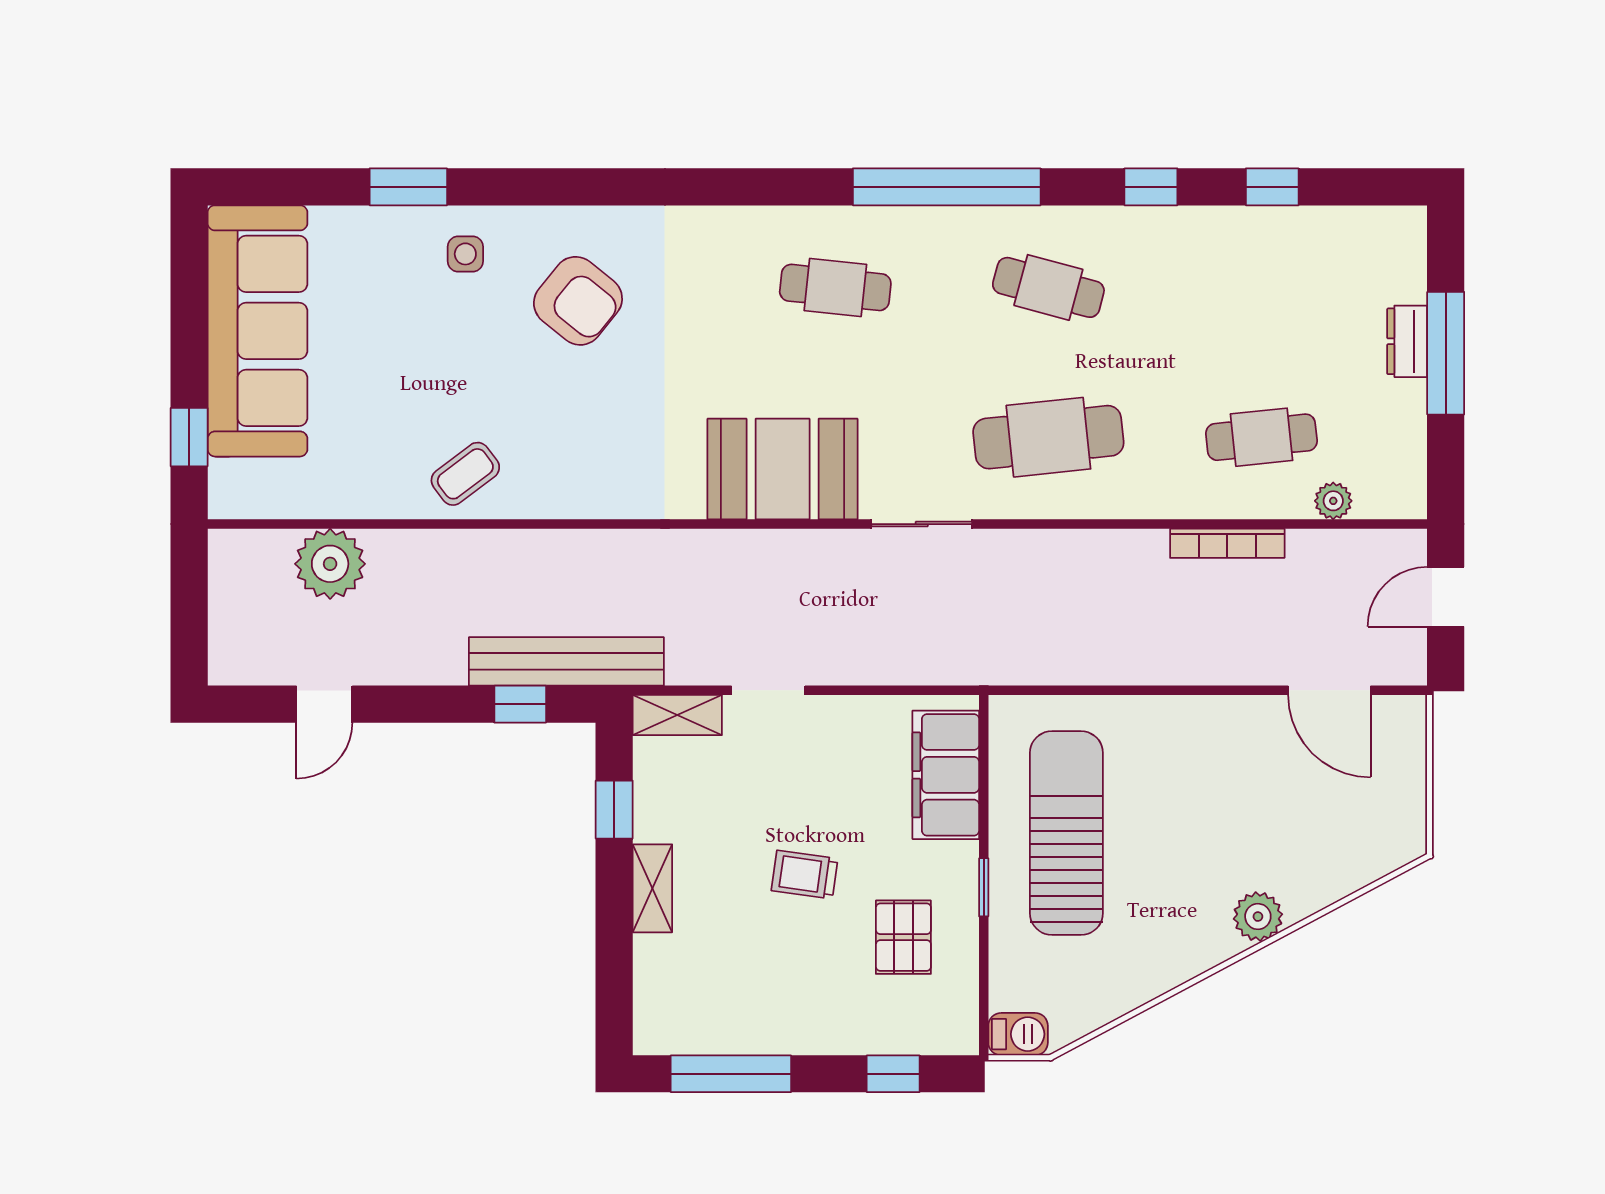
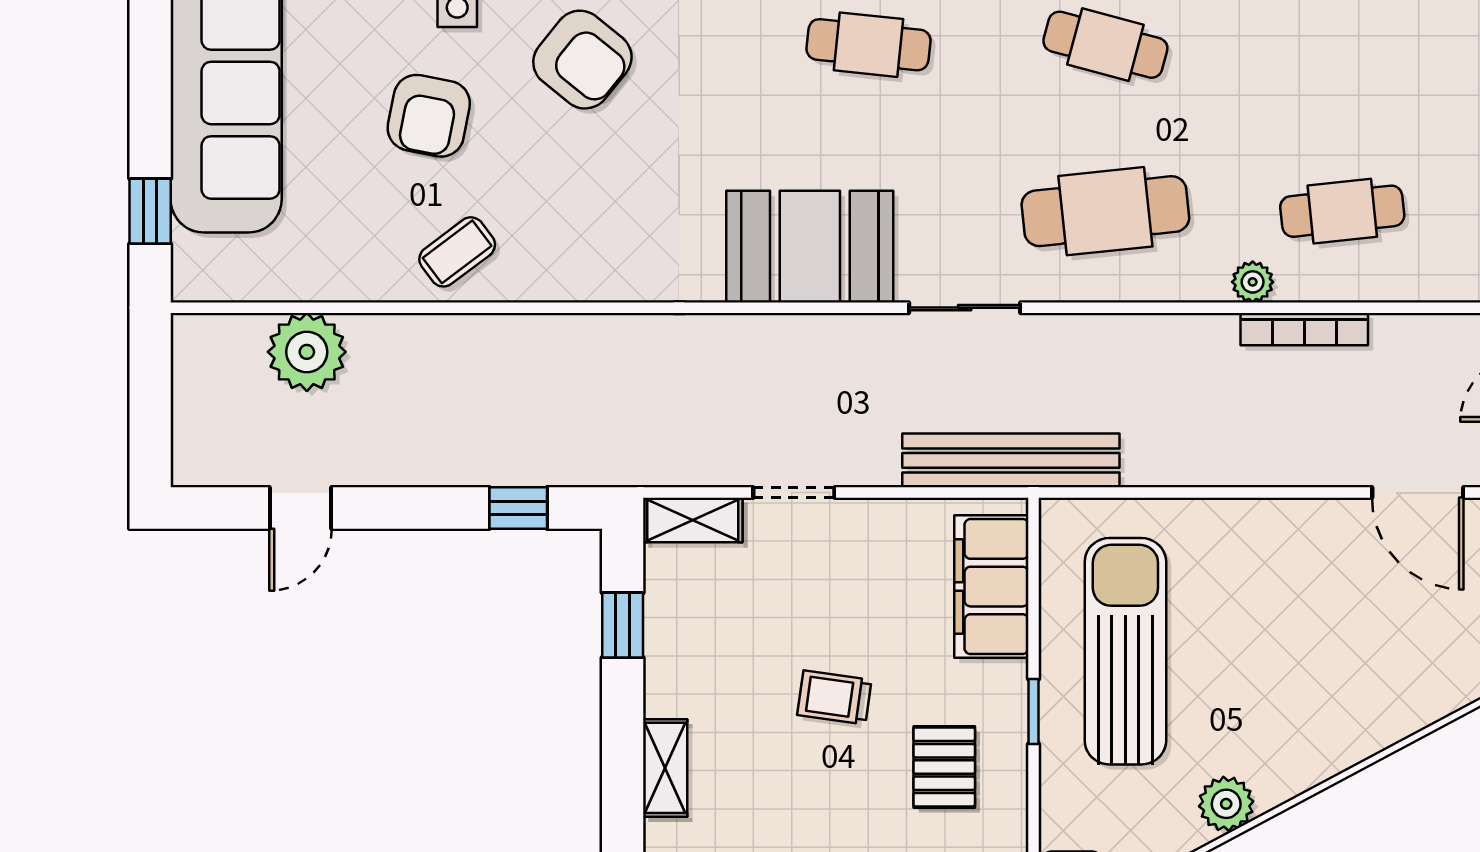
armchair: (440, 351) -> (429, 116), added
plant: (1333, 501) -> (1253, 282), moved
bench: (566, 661) -> (1011, 460), moved
shelving: (652, 888) -> (665, 768), moved
plant: (1258, 917) -> (1226, 804), moved

